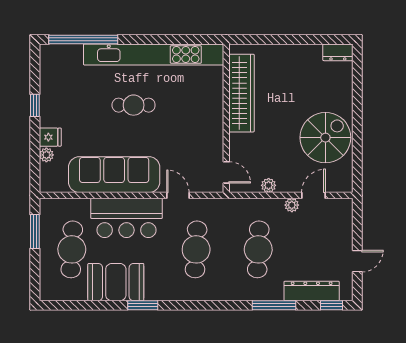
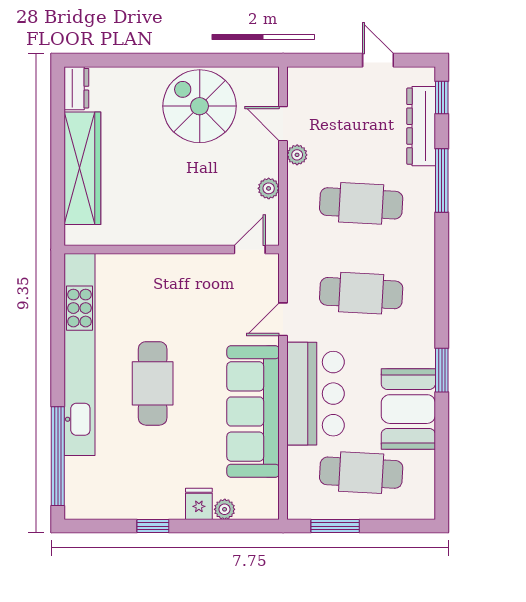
wardrobe: (241, 93) -> (82, 168), moved, turned 90
cafe table: (134, 105) -> (153, 383), width x1.37, depth x1.35

